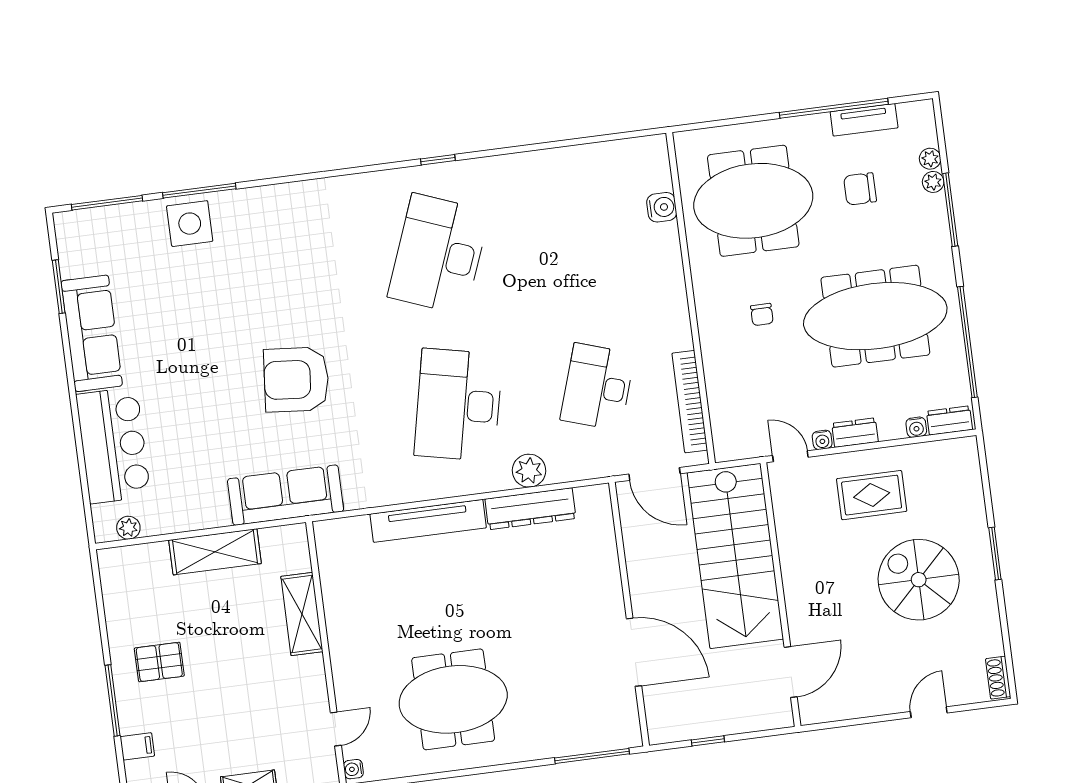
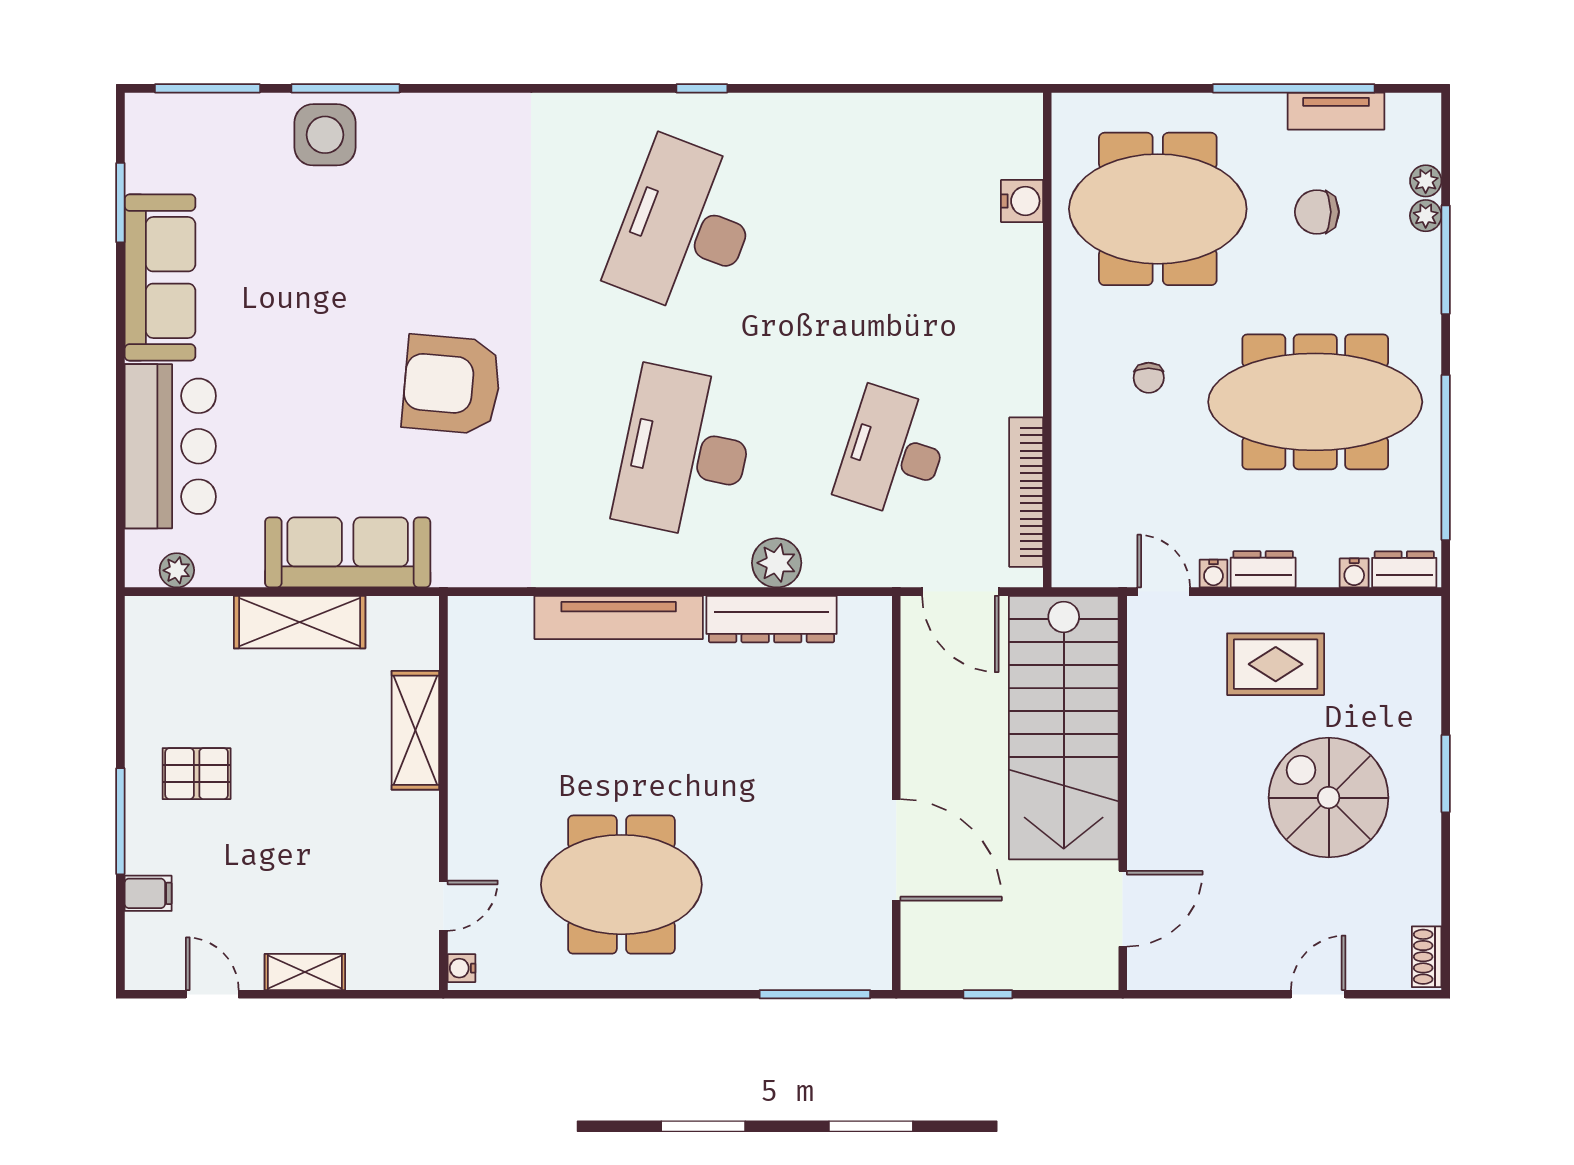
sofa: (286, 495) -> (348, 552), moved

